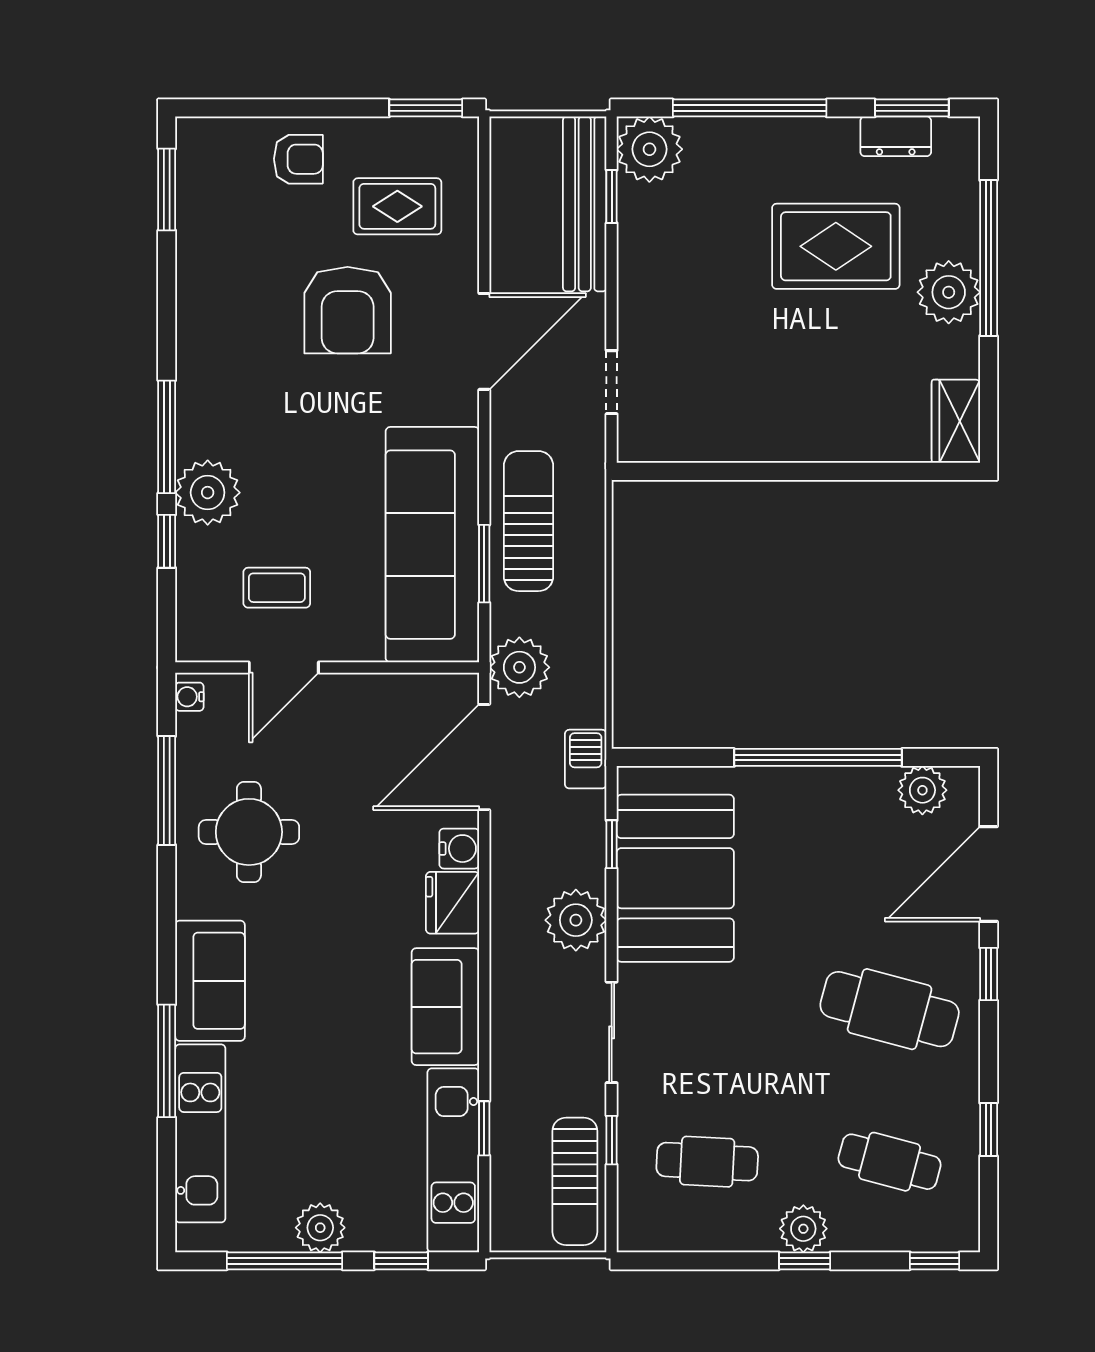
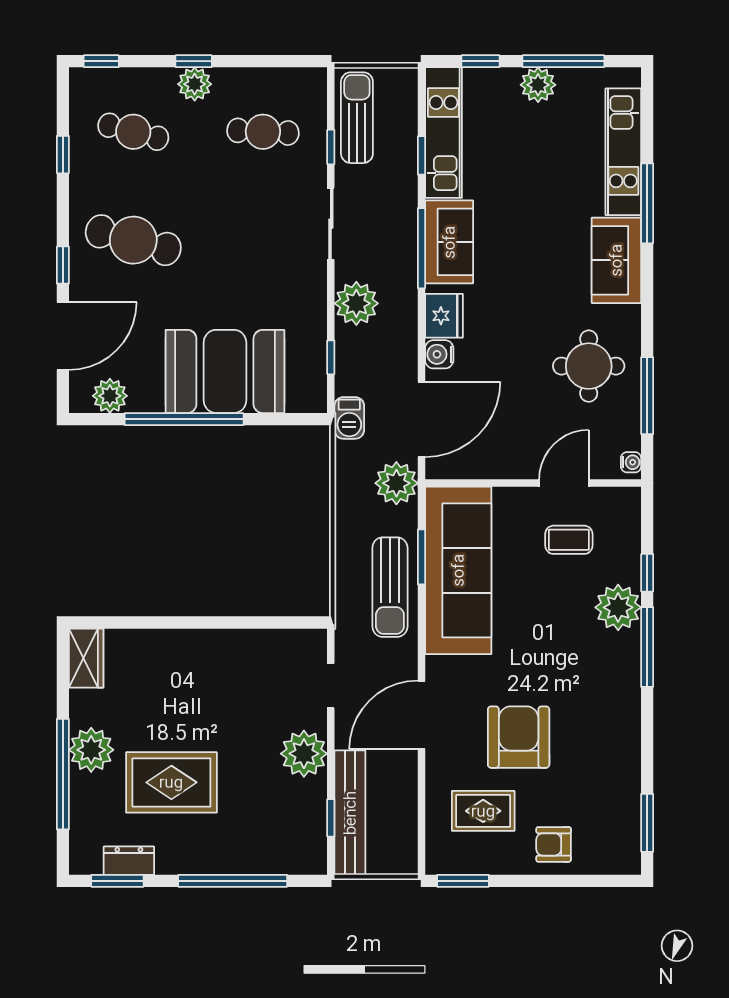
plant: (649, 149) -> (304, 754), moved
booth: (675, 878) -> (225, 371), moved, turned 90
window: (484, 998) -> (421, 248), added

